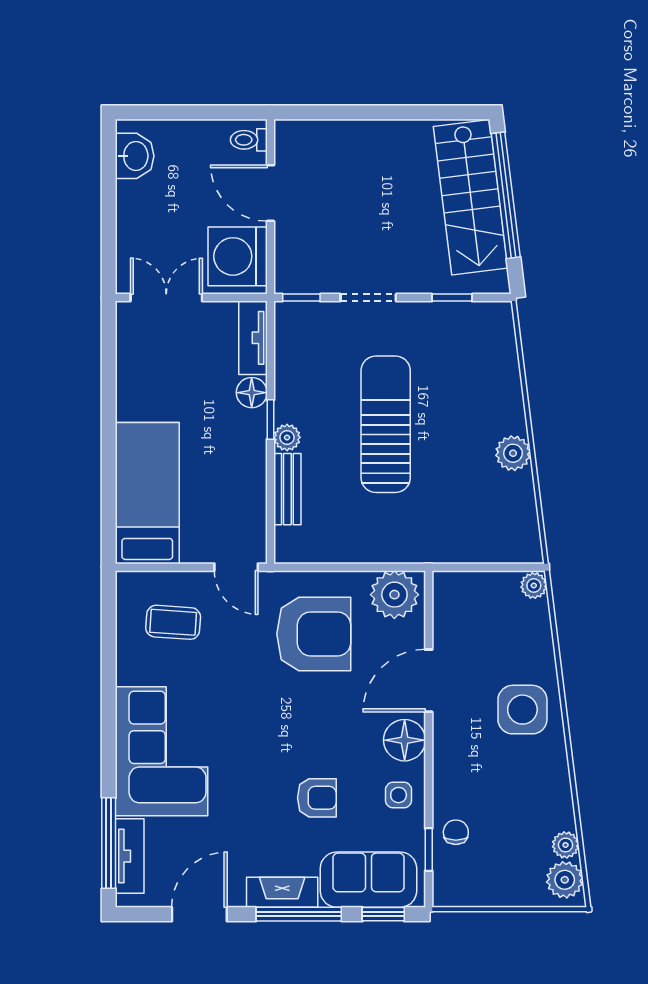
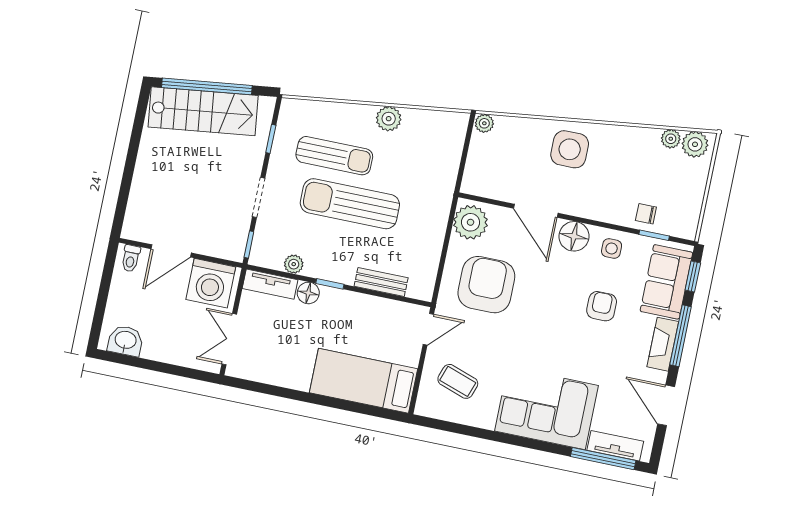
sun lounger: (447, 389) -> (334, 156), added
plant: (287, 437) -> (294, 264), moved
coffee table: (173, 622) -> (458, 381), turned -75

